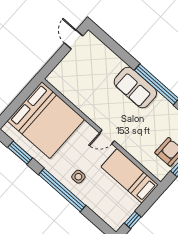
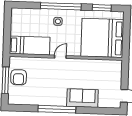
sofa: (135, 87) -> (82, 98), moved
window: (133, 220) -> (7, 22), removed

